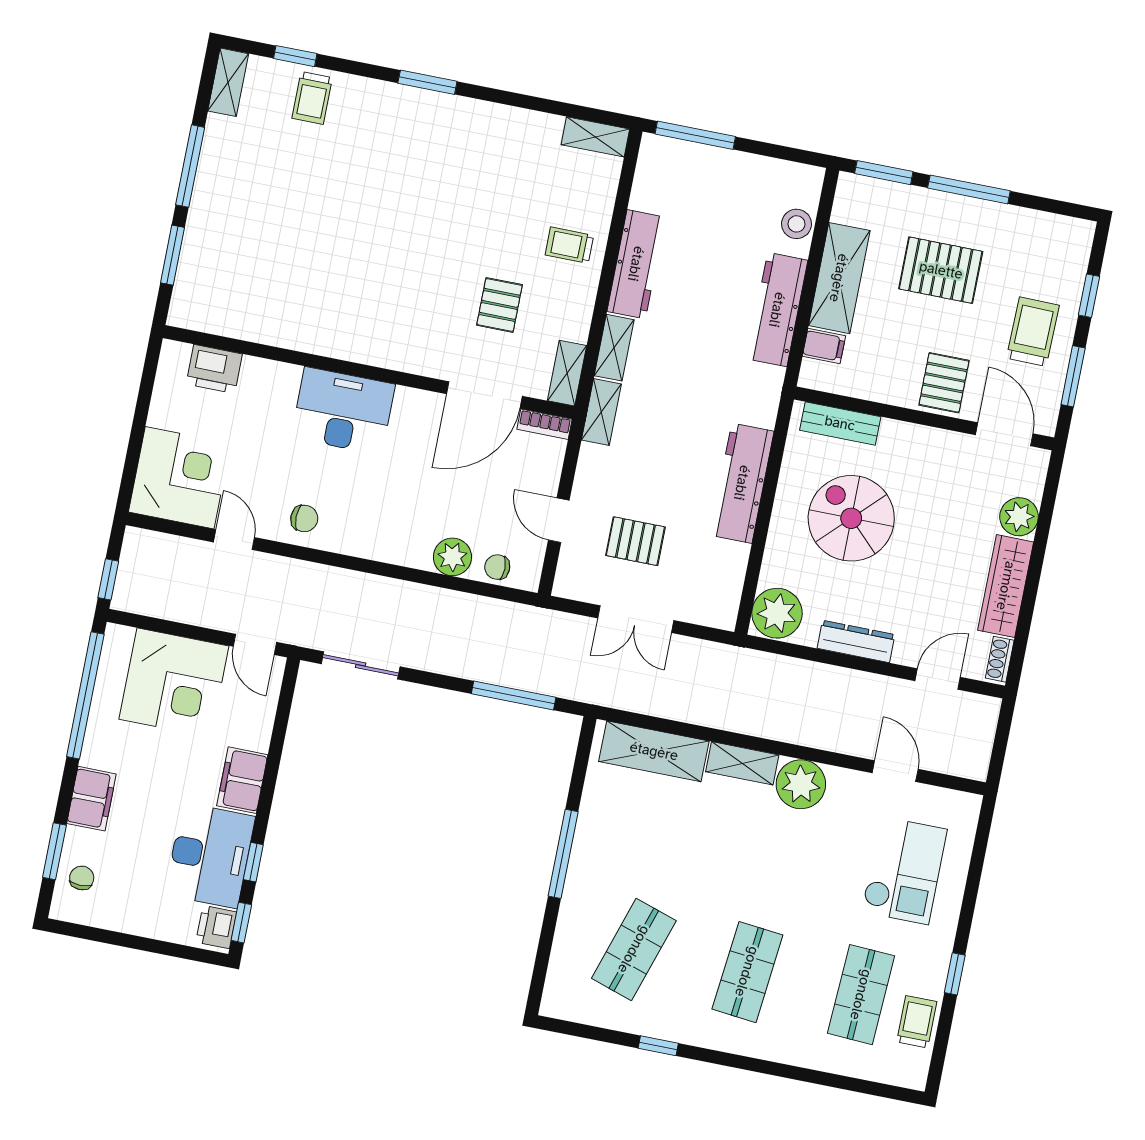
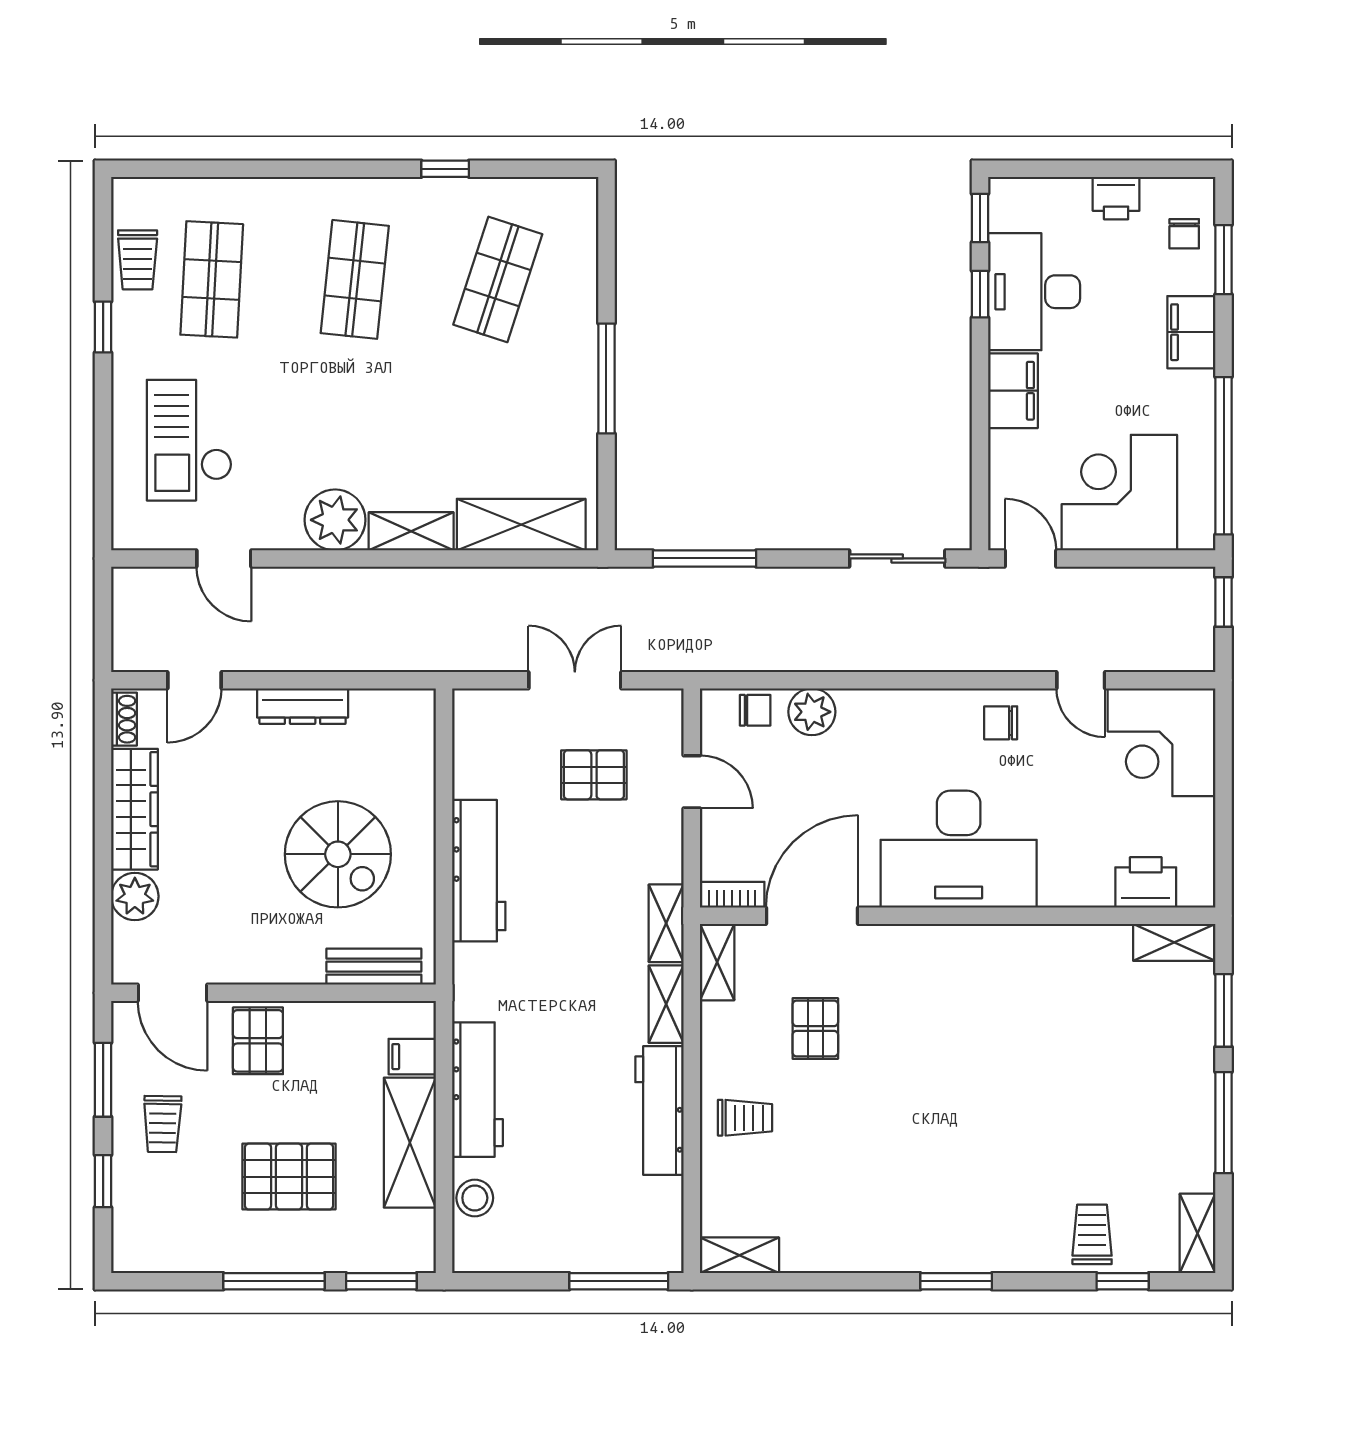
shelving: (201, 317) -> (1174, 942), added
trolley: (1033, 332) -> (163, 1124), width x0.73, depth x0.72
desk: (343, 411) -> (959, 849), width x1.36, depth x1.30
plant: (777, 613) -> (405, 721), removed
printer: (216, 927) -> (1116, 198), moved, turned 90

